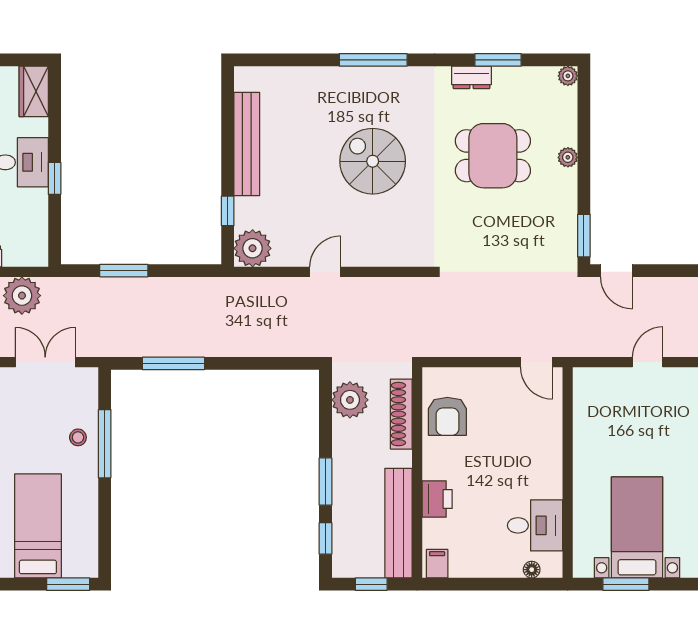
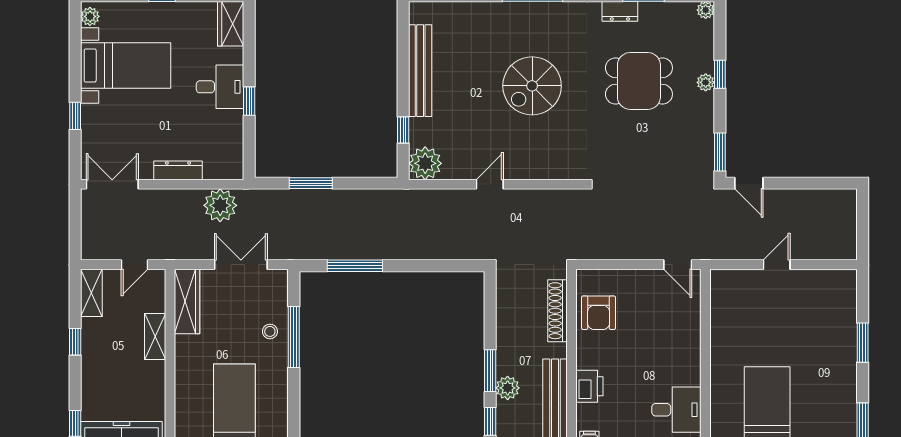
window: (584, 148) -> (720, 74), added
spiral stairs: (373, 161) -> (532, 86), turned -90
plant: (350, 400) -> (508, 388), moved, width x0.73, depth x0.73

